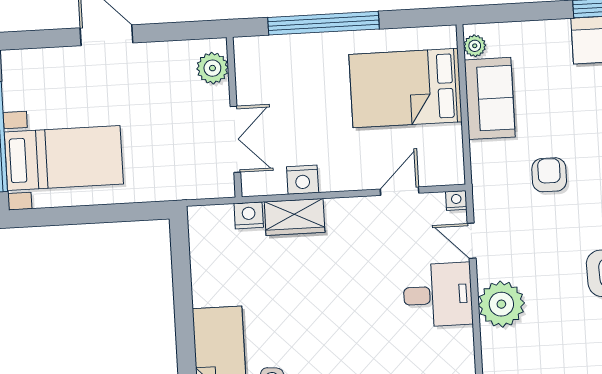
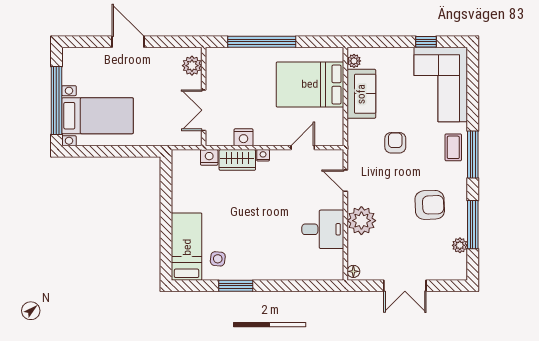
double door: (235, 139) -> (204, 110), swing flipped
nightstand: (456, 200) -> (263, 155), moved
desk: (438, 295) -> (323, 229), moved

